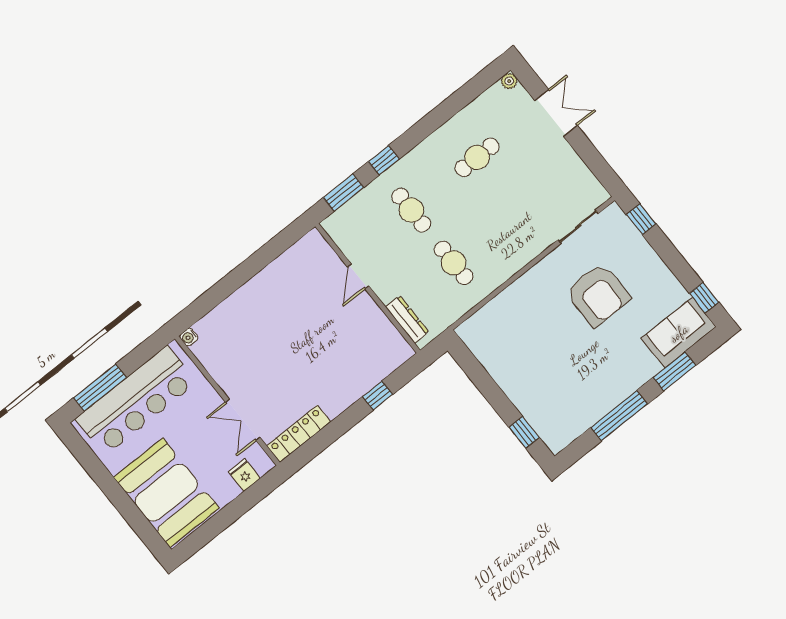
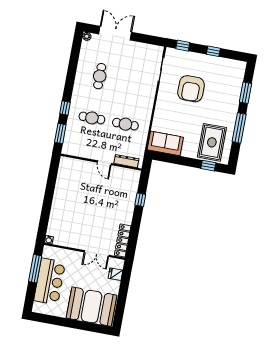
double door: (556, 113) -> (115, 33), width x1.37
door: (358, 276) -> (104, 163), moved
armchair: (598, 295) -> (191, 89), turned 90
window: (704, 298) -> (213, 51), moved
sofa: (679, 333) -> (165, 143), moved, turned 90
window: (100, 388) -> (35, 269), moved
bar counter: (136, 401) -> (50, 281), width x0.73
rug: (560, 402) -> (212, 142), added

